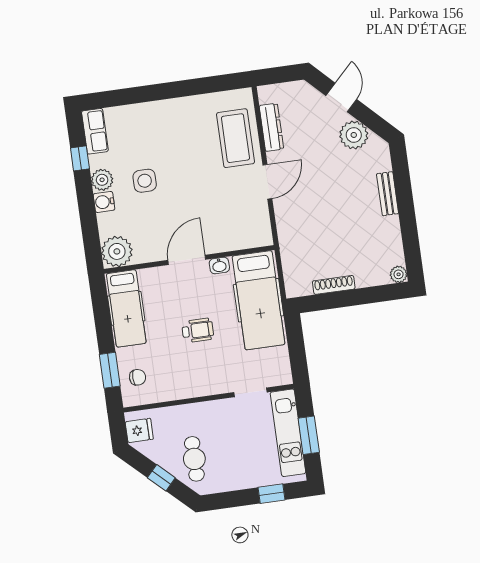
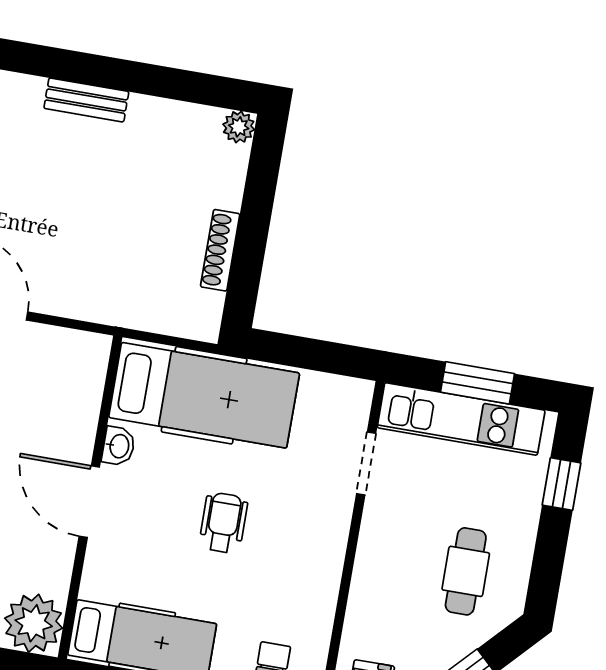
cafe table: (194, 459) -> (466, 571), moved, turned 90

